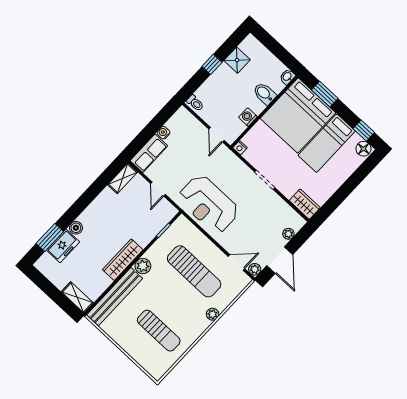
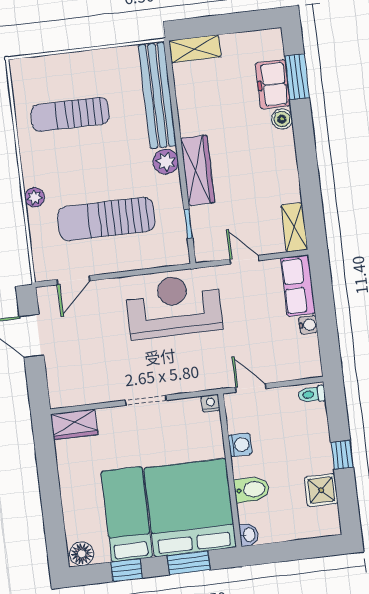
window: (364, 131) -> (127, 570), moved
plant: (288, 234) -> (55, 374), removed
wardrobe: (123, 260) -> (198, 170), moved
plant: (255, 269) -> (46, 296), removed

